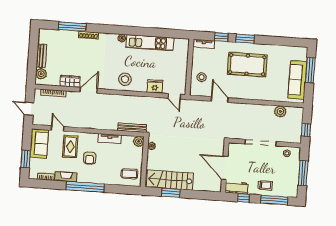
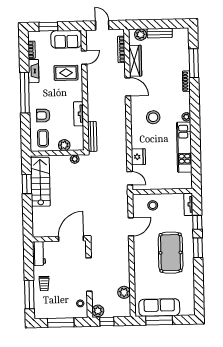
window: (310, 70) -> (159, 320), moved
stool: (125, 79) -> (153, 117), moved
wardrobe: (70, 81) -> (135, 61), width x1.50
door: (174, 96) -> (130, 178), swing flipped
door: (29, 109) -> (102, 25), hinge flipped
plant: (295, 138) -> (98, 311), added
plant: (139, 141) -> (64, 145), moved
armchair: (90, 158) -> (43, 115), moved
door: (225, 168) -> (71, 239), moved
window: (243, 198) -> (29, 262), removed

